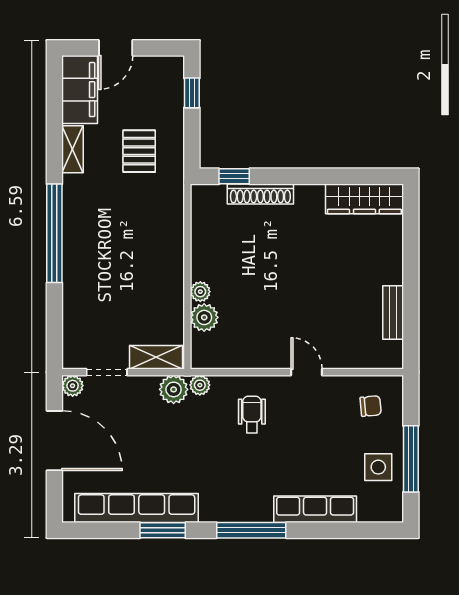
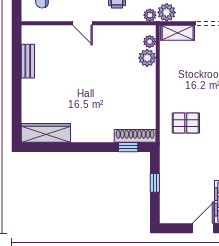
window: (192, 93) -> (155, 183), moved
pallet: (139, 151) -> (186, 123), moved, turned 90
shoe rack: (260, 194) -> (135, 136), moved
plant: (200, 292) -> (150, 42), moved

